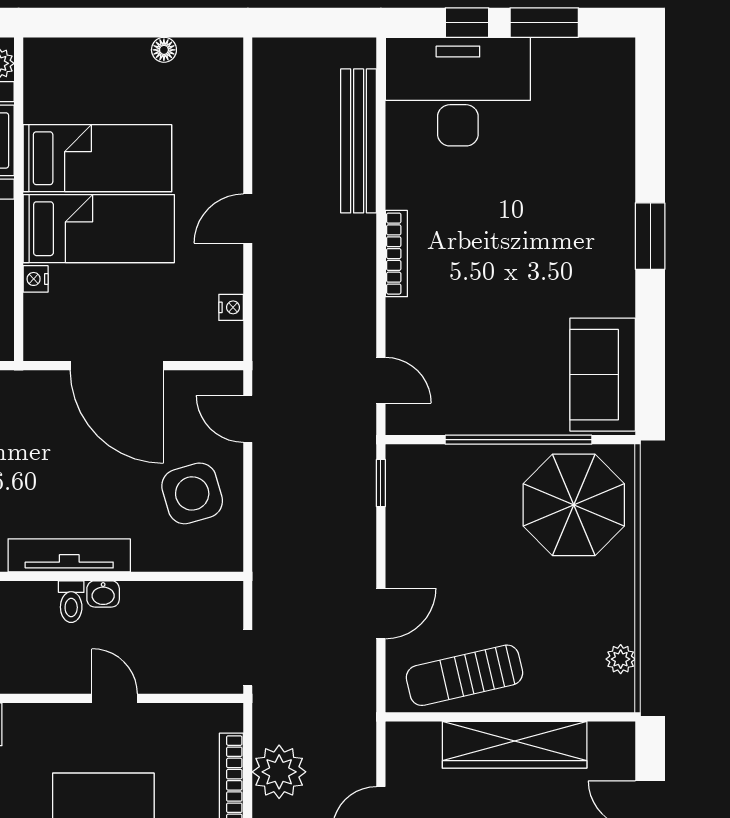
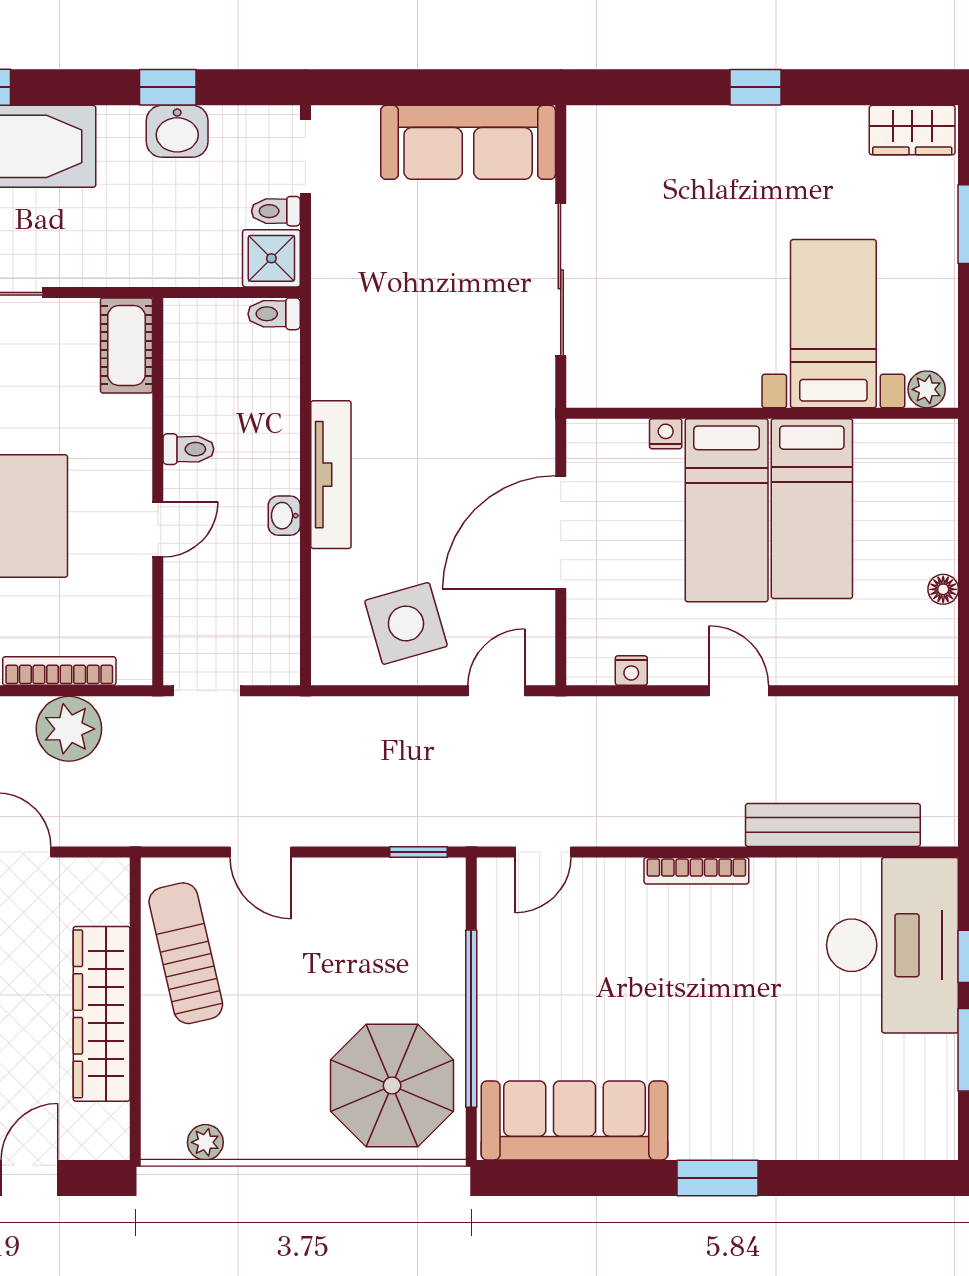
sofa: (603, 375) -> (574, 1120), width x1.36
toilet: (71, 602) -> (188, 449), moved, turned 180

